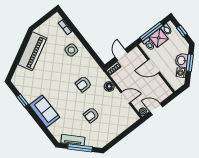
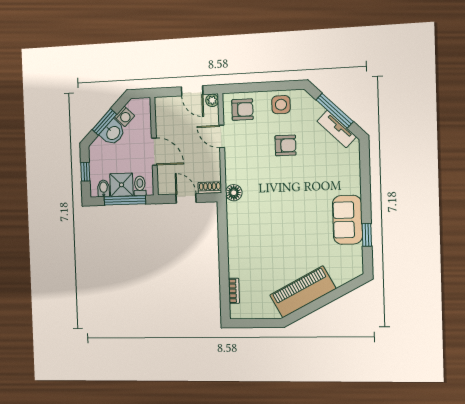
side table: (71, 50) -> (281, 105), moved
door: (121, 55) -> (186, 198), swing flipped
armchair: (83, 84) -> (242, 110), moved
floor lamp: (109, 86) -> (234, 193), moved
sofa: (44, 111) -> (347, 220), moved

